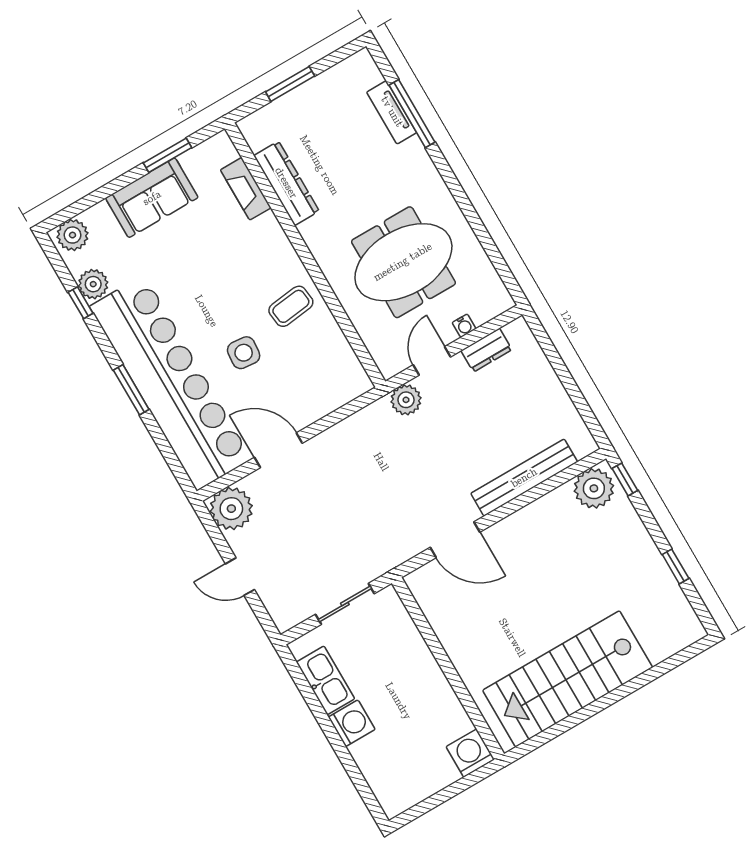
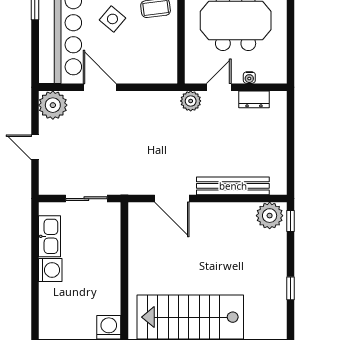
side table: (244, 353) -> (112, 19), turned 35

